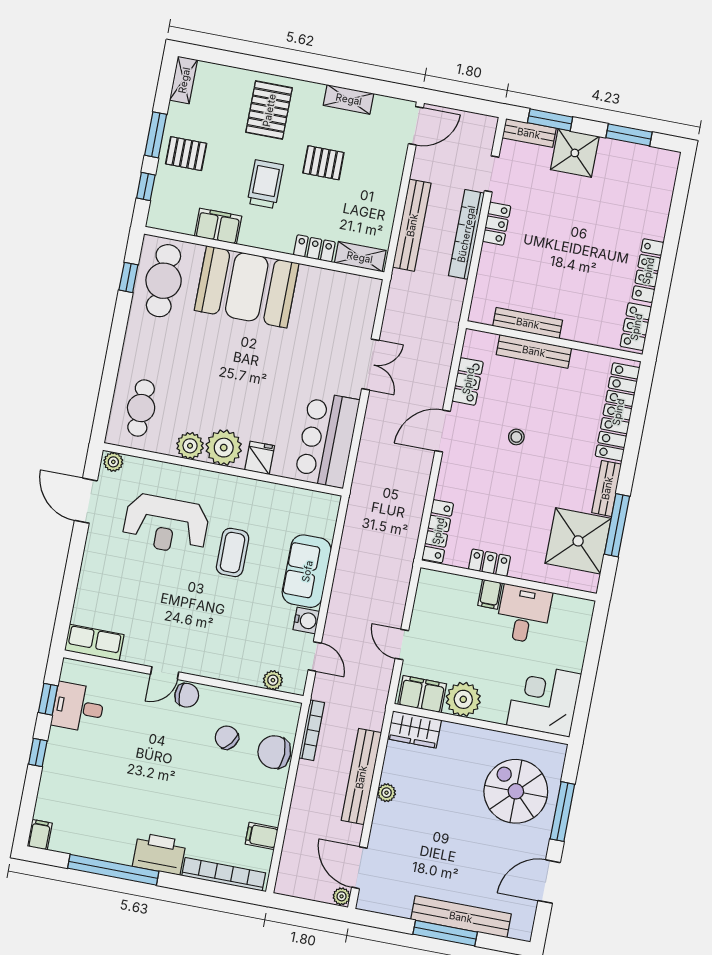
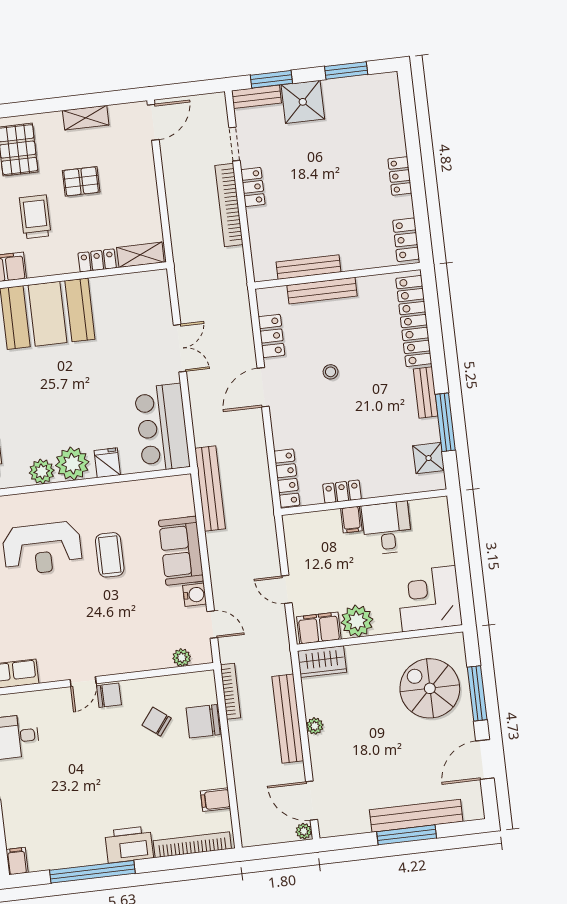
bench: (412, 225) -> (210, 488), moved
locker: (648, 271) -> (400, 176), width x0.66
shower: (578, 541) -> (429, 458), width x0.54, depth x0.54

